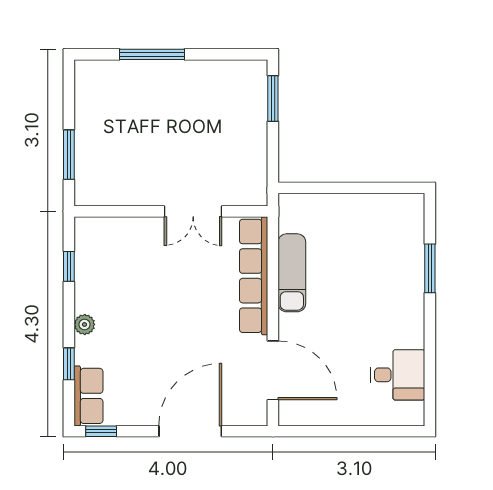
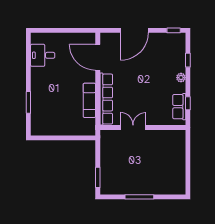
window: (152, 54) -> (139, 197), moved
window: (69, 155) -> (188, 153), removed
row of seats: (88, 396) -> (179, 107), moved

